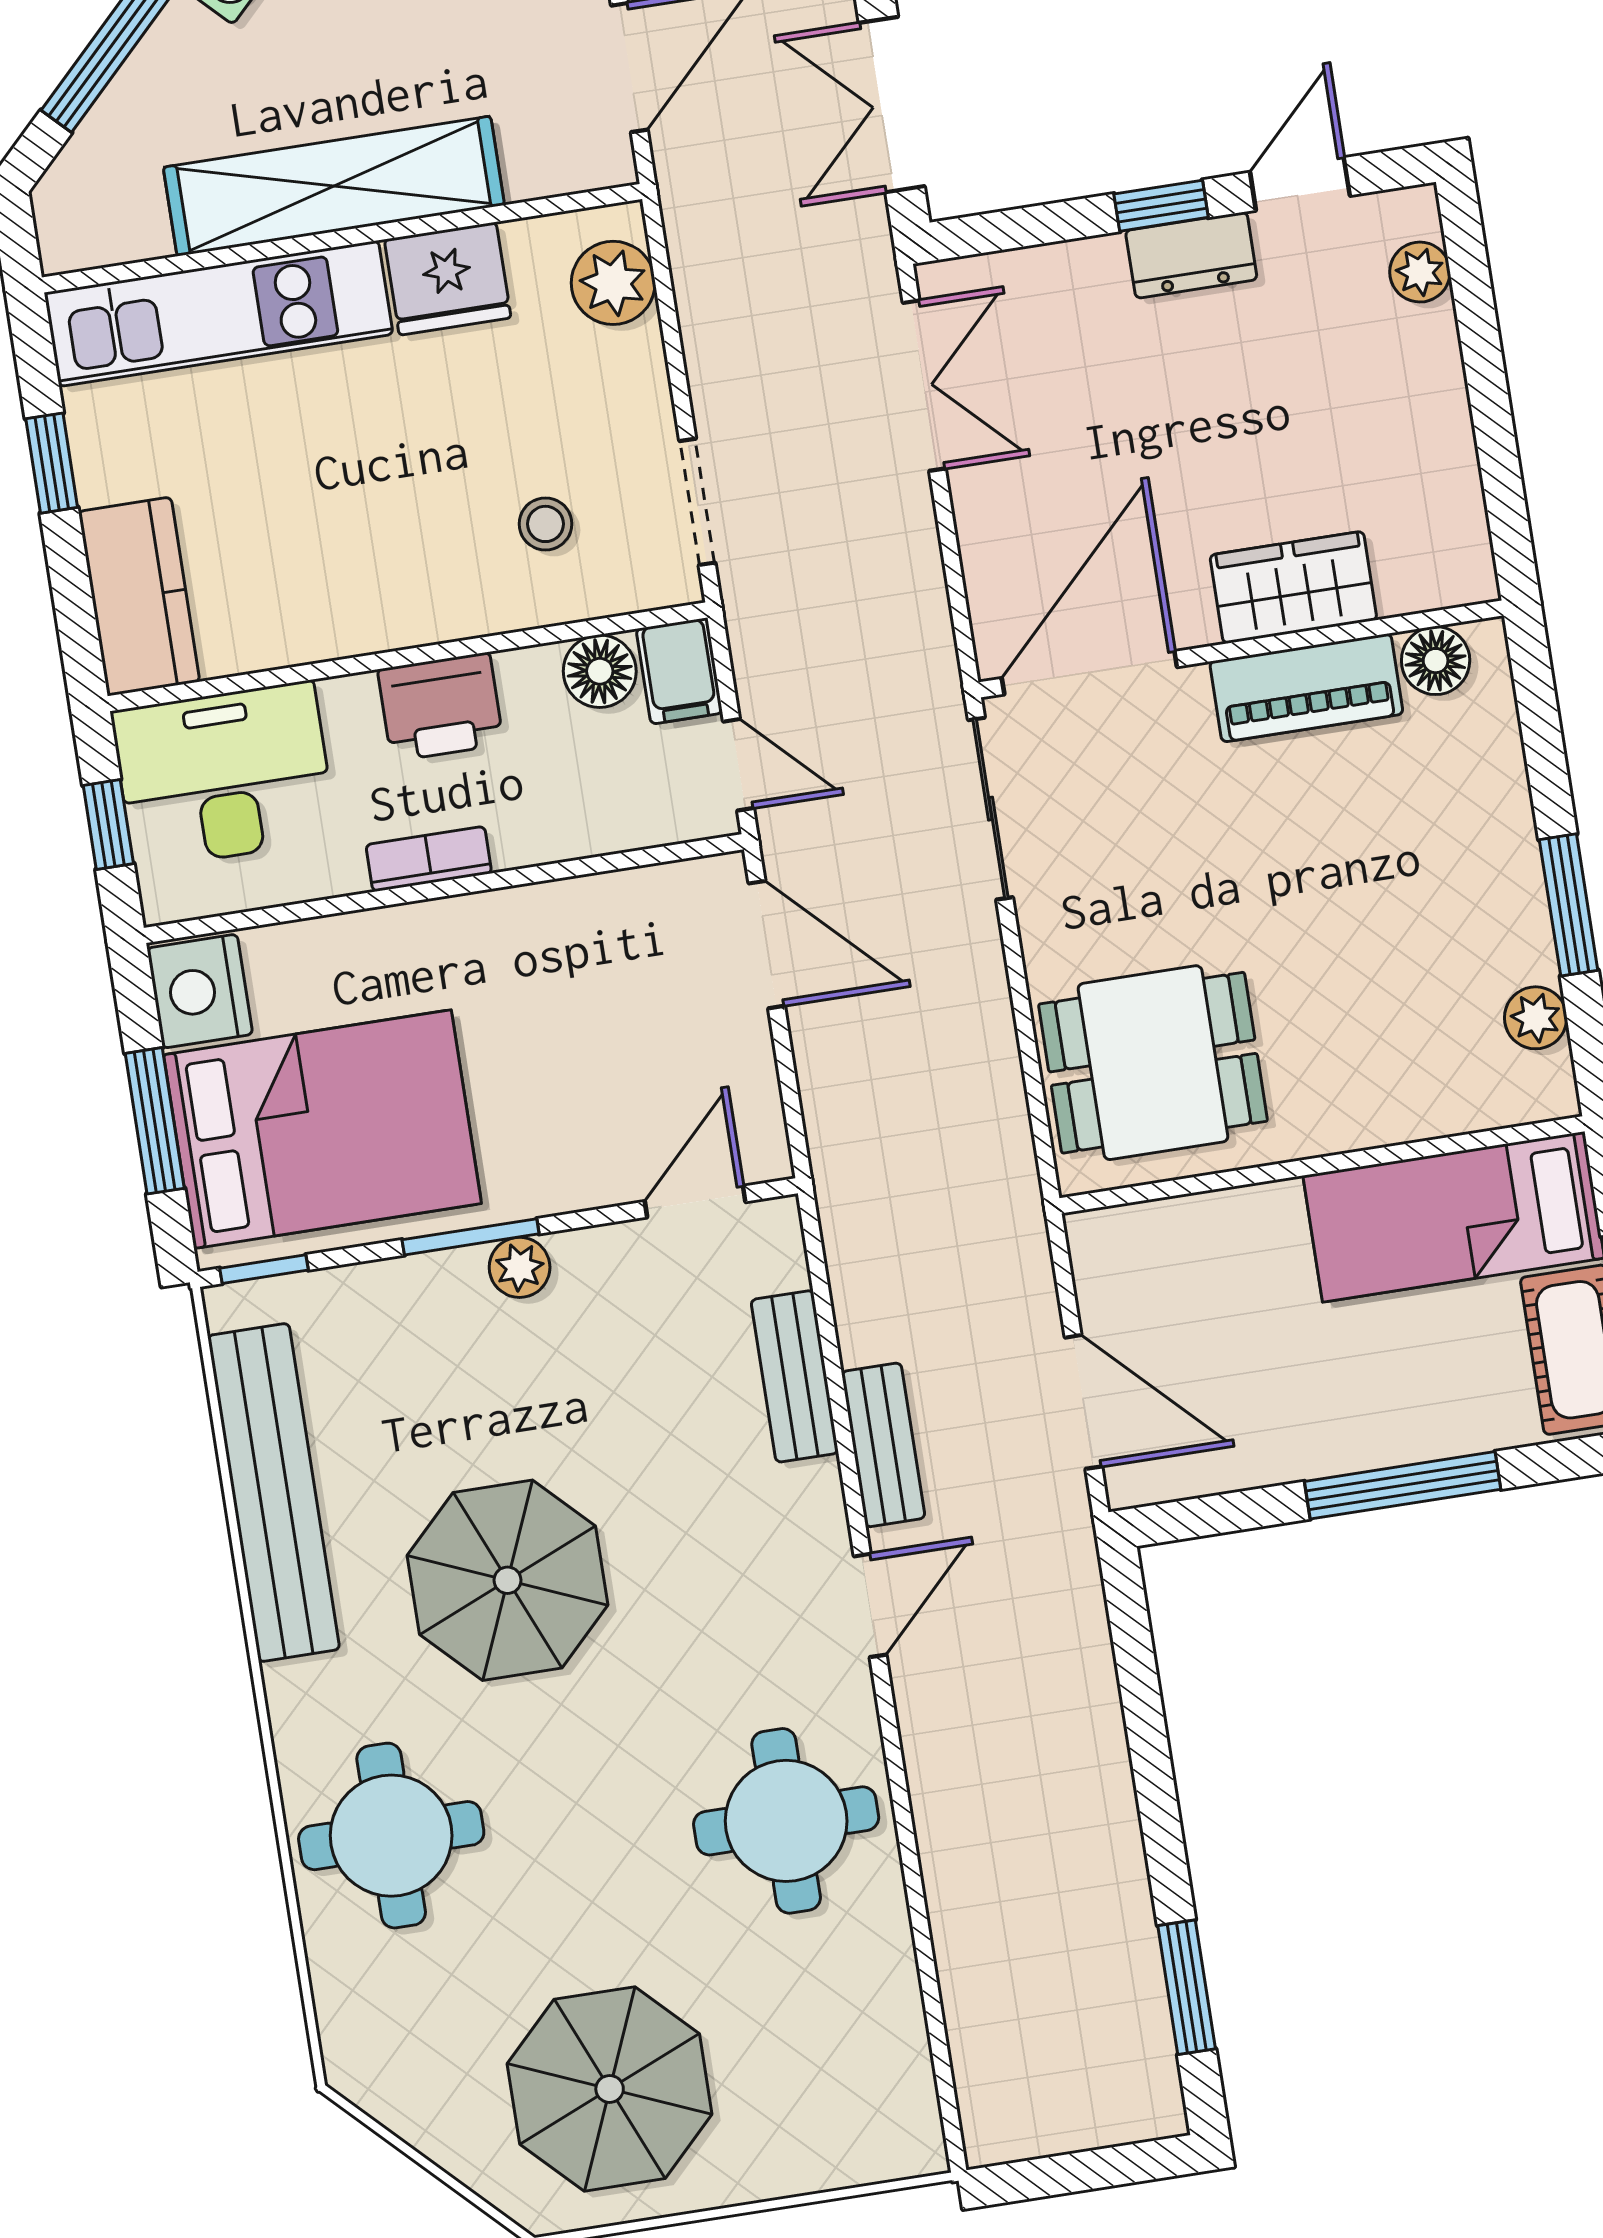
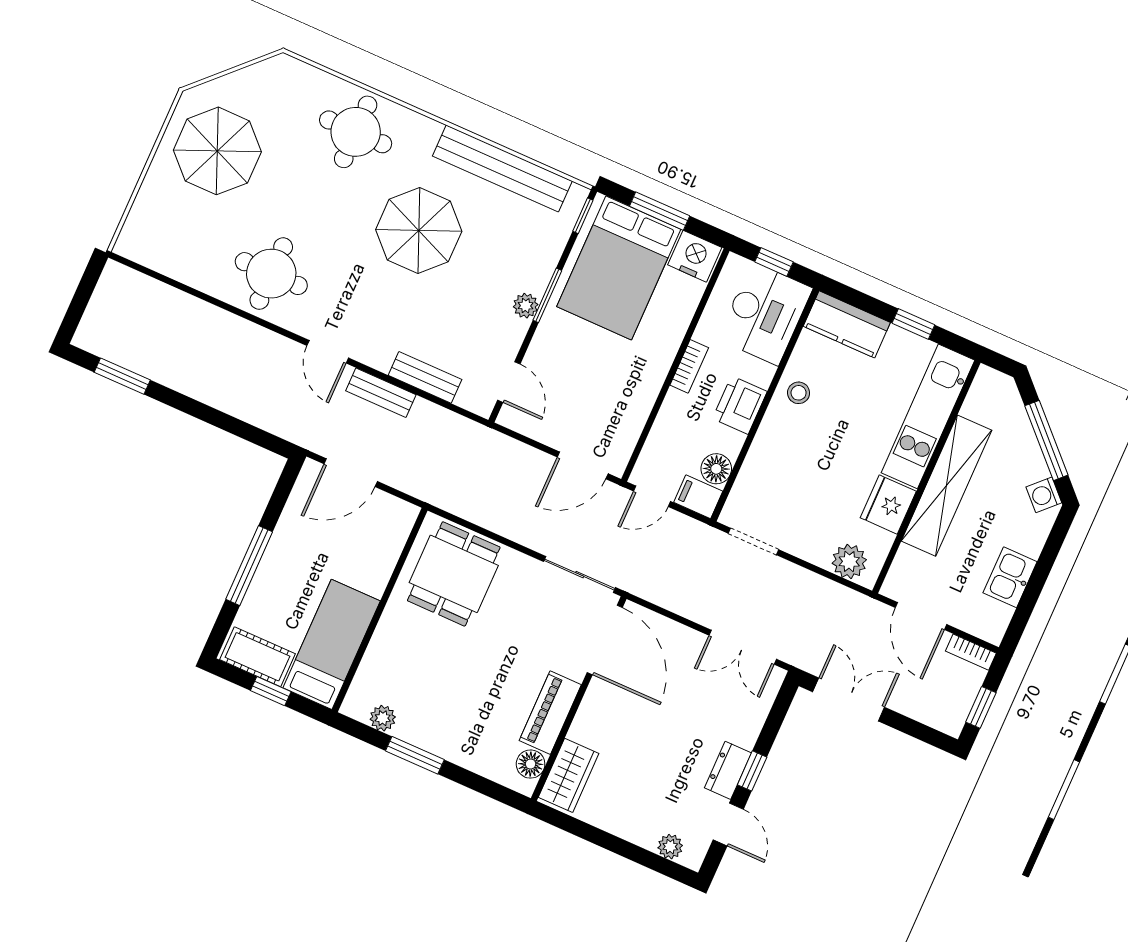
stool: (545, 524) -> (799, 393), moved
wardrobe: (1293, 587) -> (569, 775), moved

